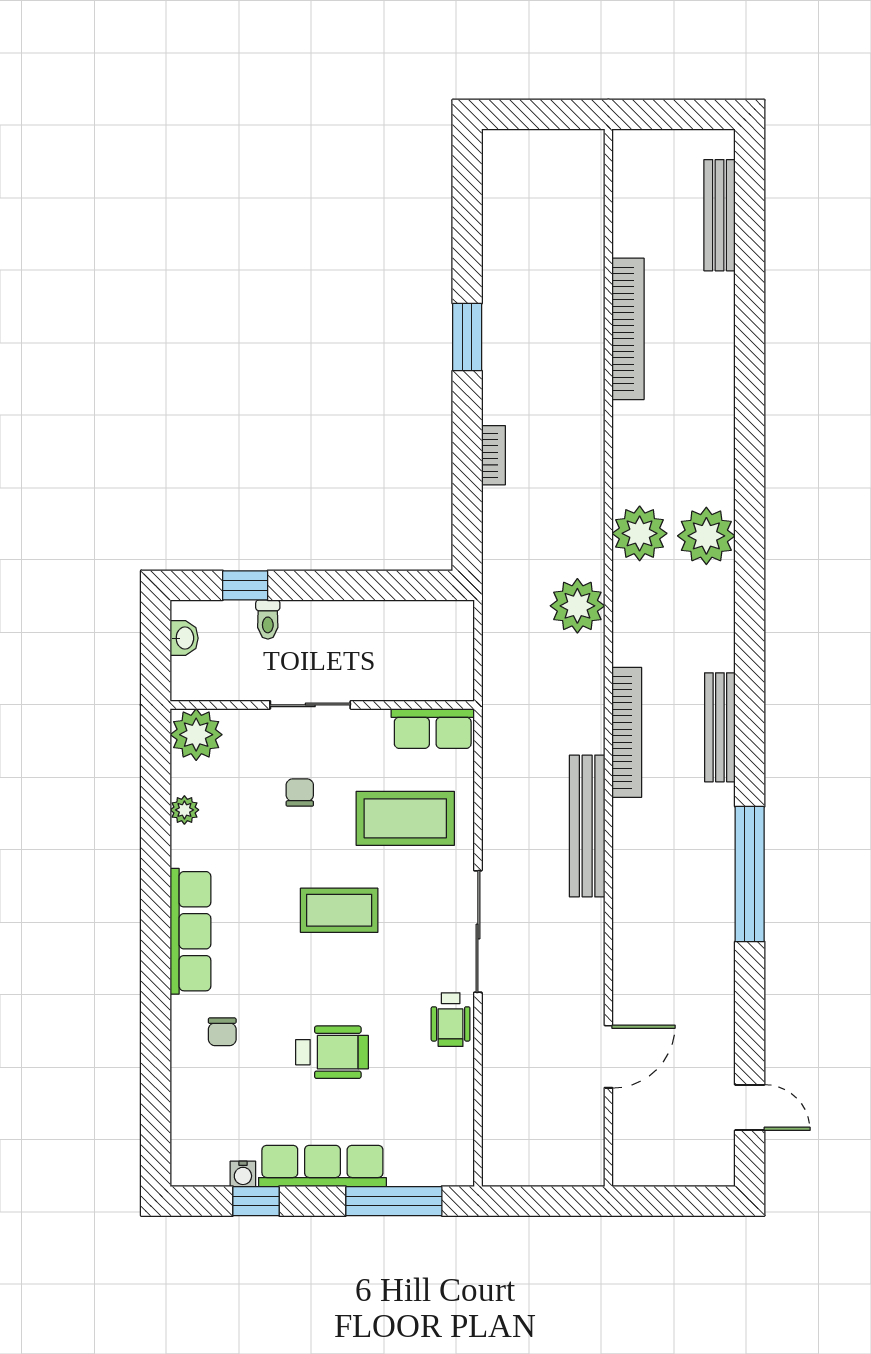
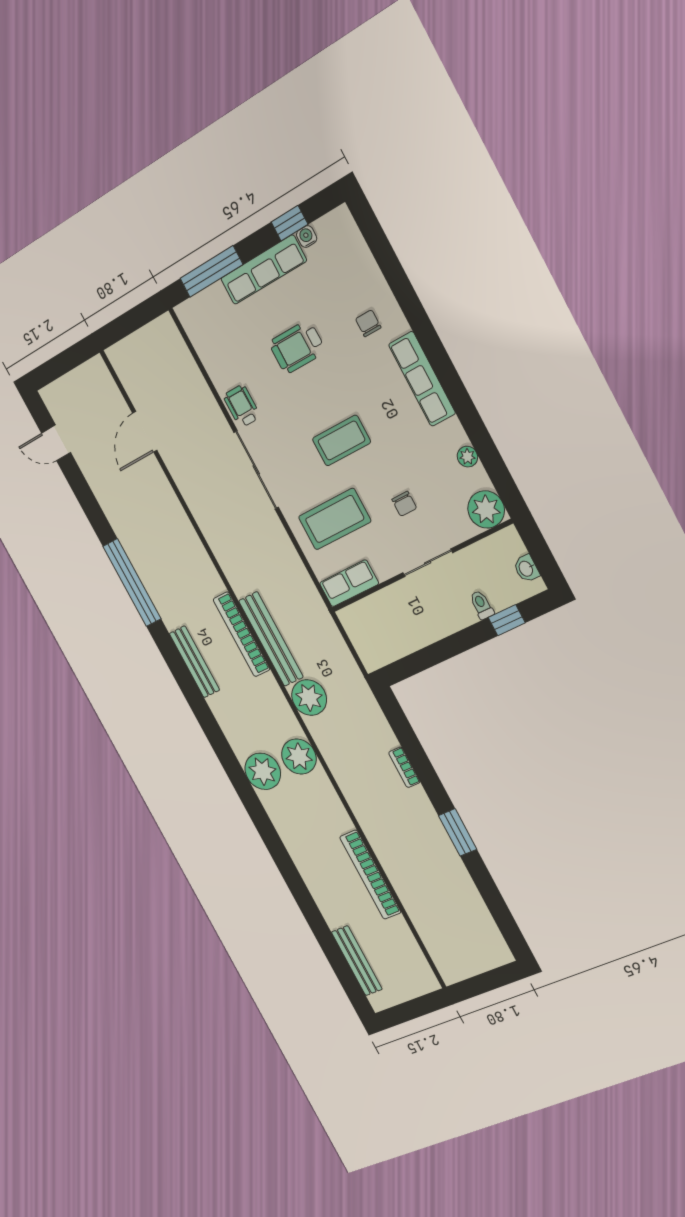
bench: (587, 826) -> (271, 639), moved

